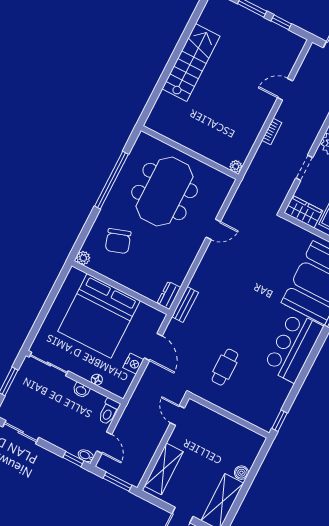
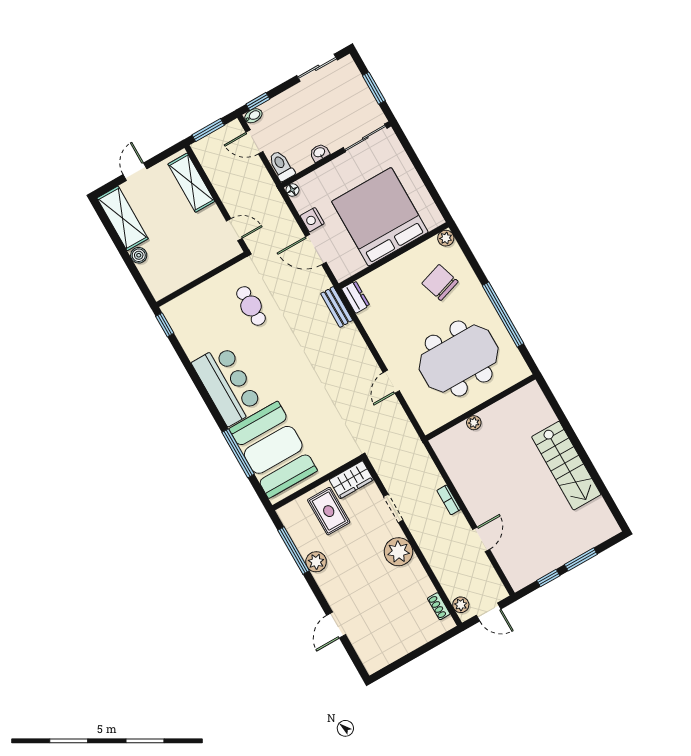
plant: (236, 166) -> (474, 423), moved
meeting table: (164, 191) -> (459, 359), turned 90
floor lamp: (97, 380) -> (292, 190), moved

